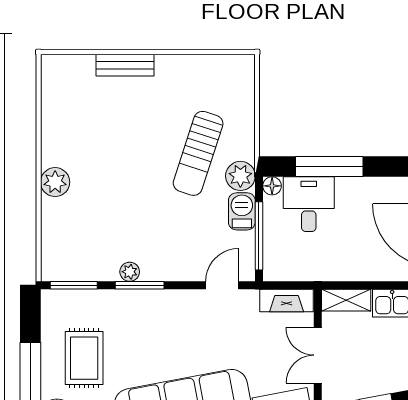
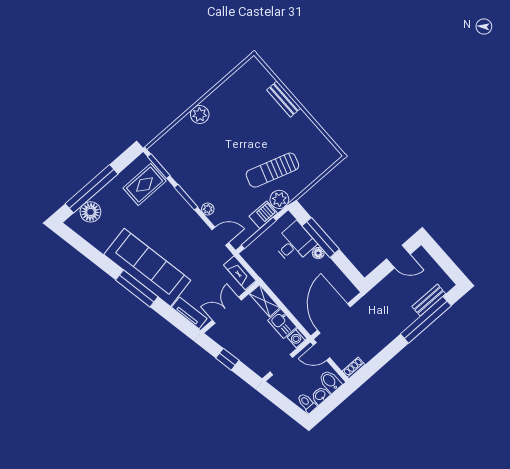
floor lamp: (272, 186) -> (318, 253), moved
plant: (130, 272) -> (208, 209), moved
rug: (84, 358) -> (145, 185), moved

